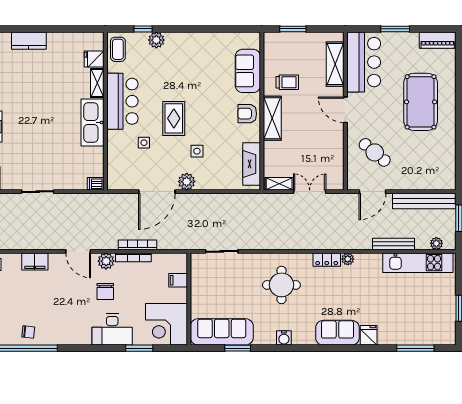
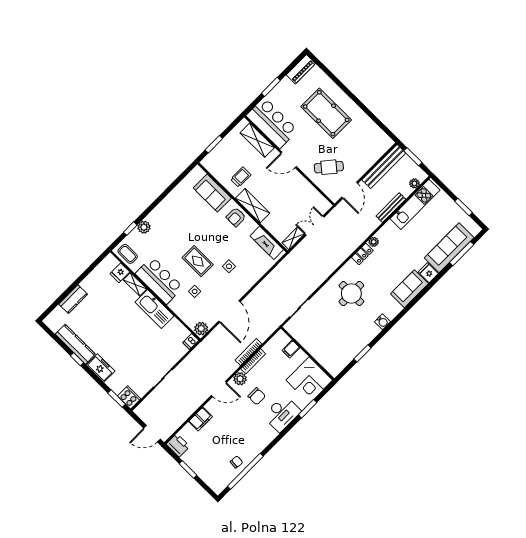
plant: (187, 182) -> (201, 329), moved
sofa: (222, 332) -> (449, 248), moved

